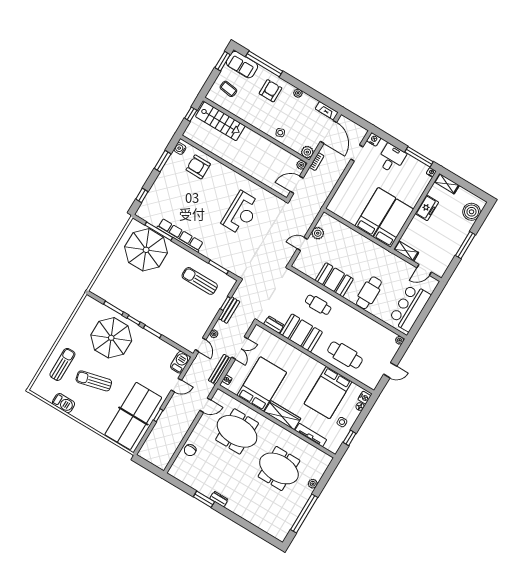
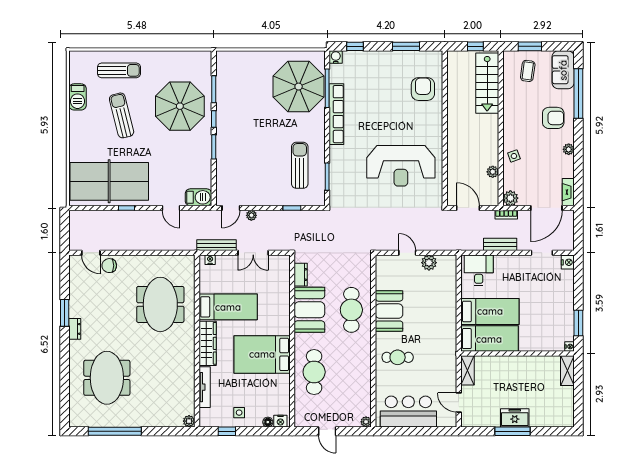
window: (223, 61) -> (530, 46), moved
water cooler: (180, 148) -> (336, 57), moved
window: (419, 157) -> (578, 323), width x0.69
desk: (391, 158) -> (479, 270), moved, turned -90
plant: (301, 165) -> (493, 172), moved
freezer: (427, 208) -> (515, 418), moved, turned 180
boiler: (472, 212) -> (553, 416), removed
reception desk: (241, 213) -> (401, 166), width x1.36, depth x1.30
cafe table: (369, 293) -> (398, 357), width x0.73, depth x0.74
cafe table: (318, 305) -> (351, 310), width x1.37, depth x1.35
bench: (229, 310) -> (500, 244), moved
bed: (262, 384) -> (228, 307), width x0.67
bed: (328, 393) -> (262, 354), moved
door: (205, 405) -> (91, 253), moved
meeting table: (279, 468) -> (107, 378), moved
plant: (313, 484) -> (189, 421), moved

